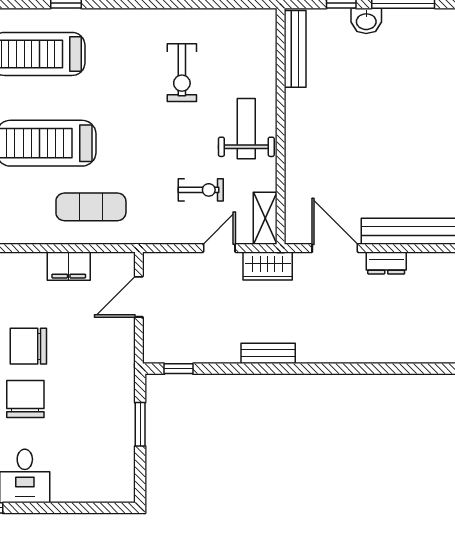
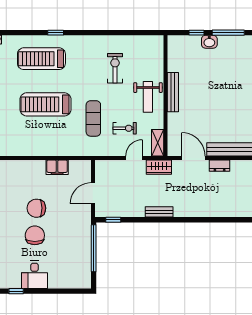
bench: (295, 49) -> (173, 92), moved
exercise bike: (182, 73) -> (115, 68), turned 180
weight bench: (246, 129) -> (148, 97), turned 180
exercise mat: (91, 207) -> (93, 118), moved, turned 90
door: (139, 297) -> (93, 193), moved
window: (140, 424) -> (94, 248), width x2.11

